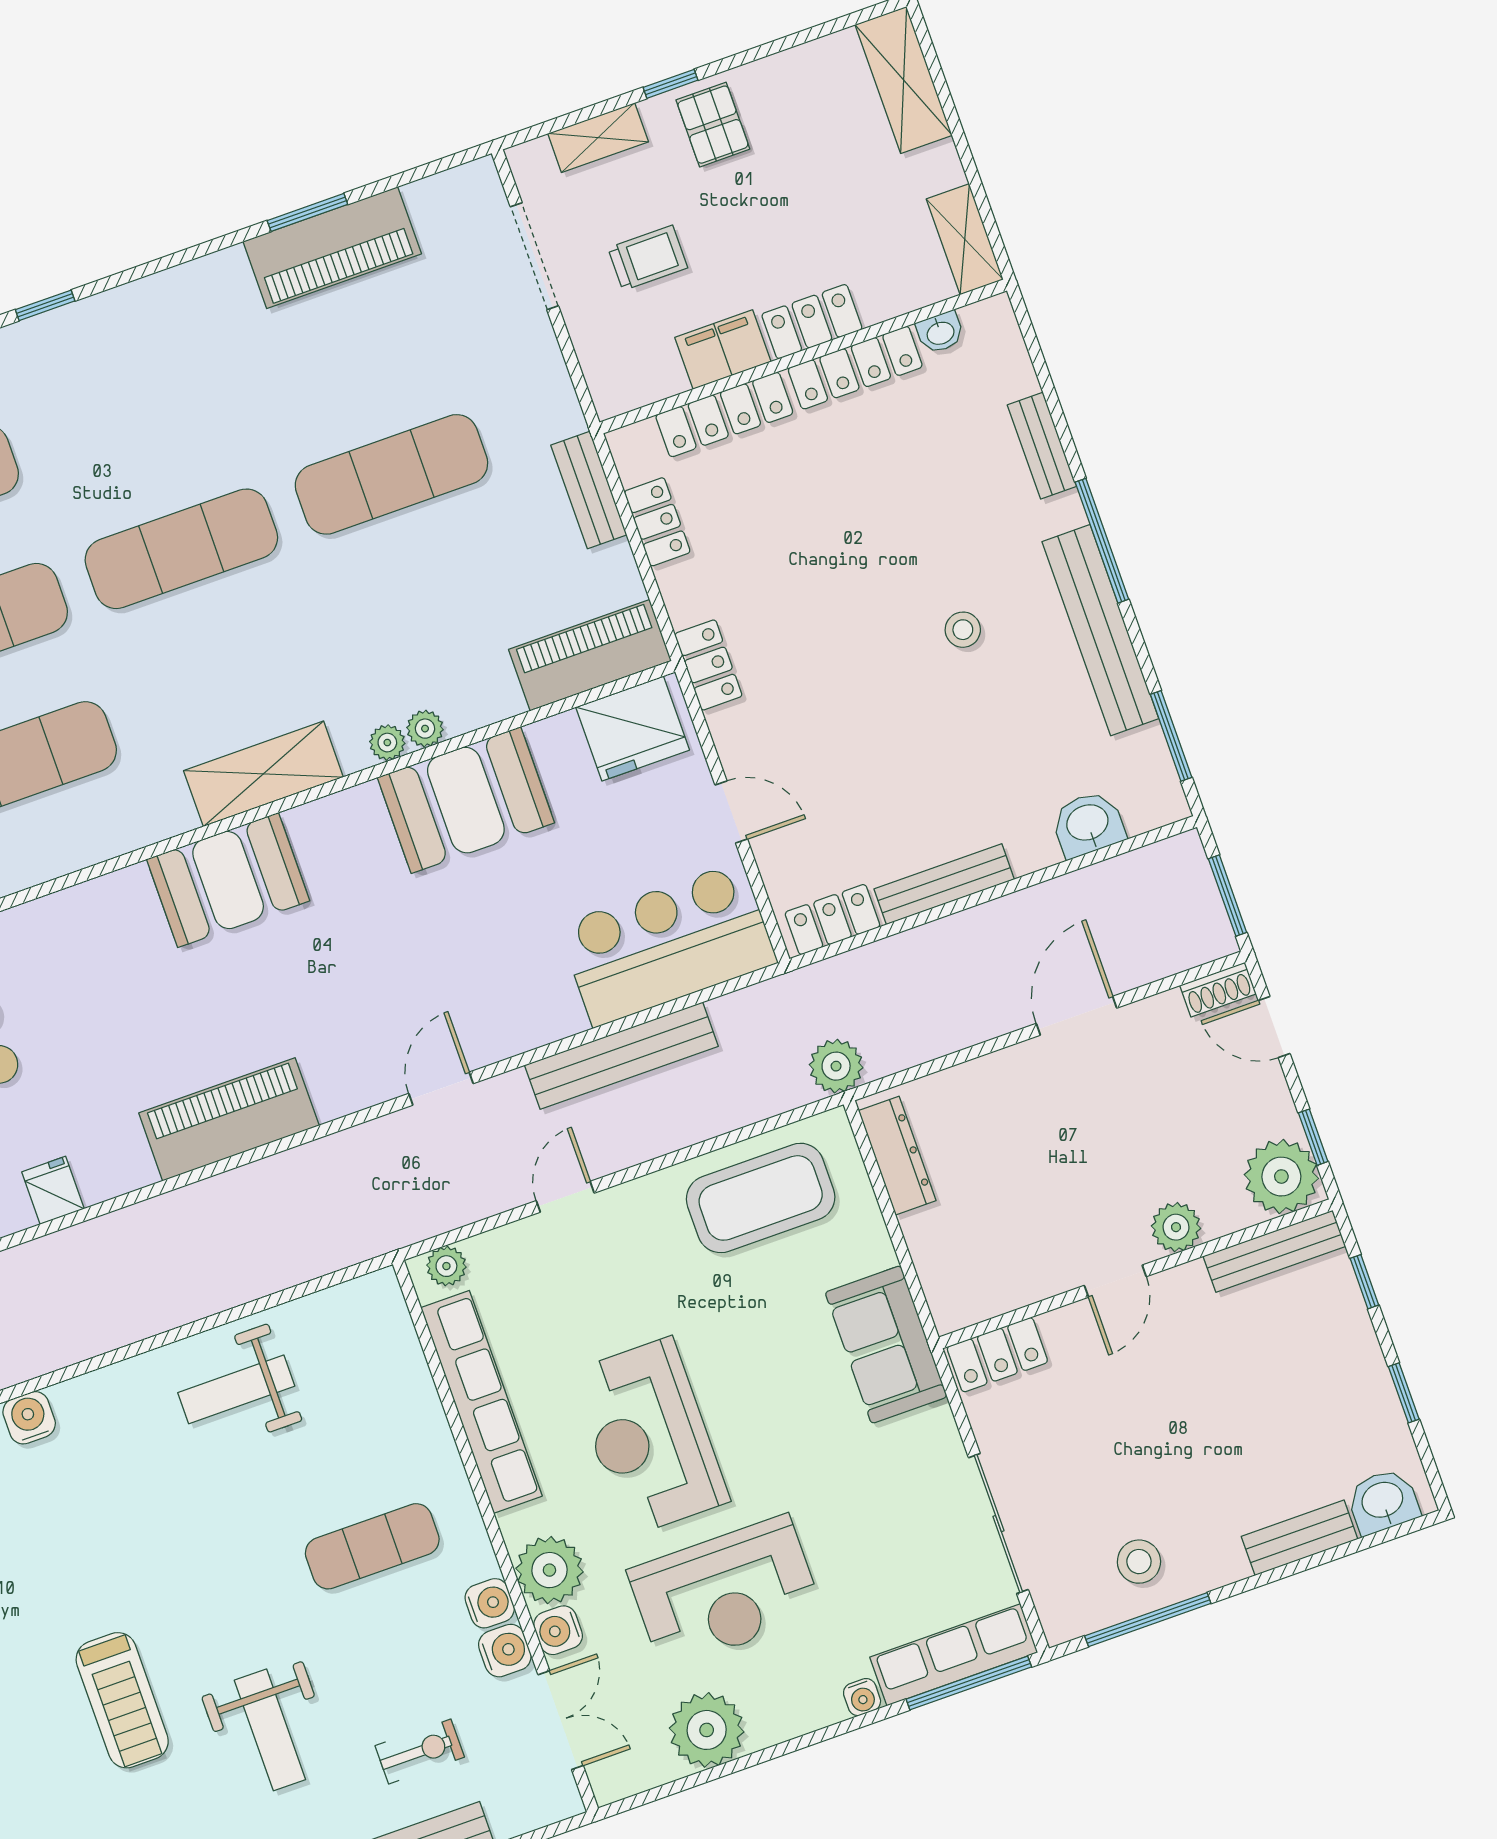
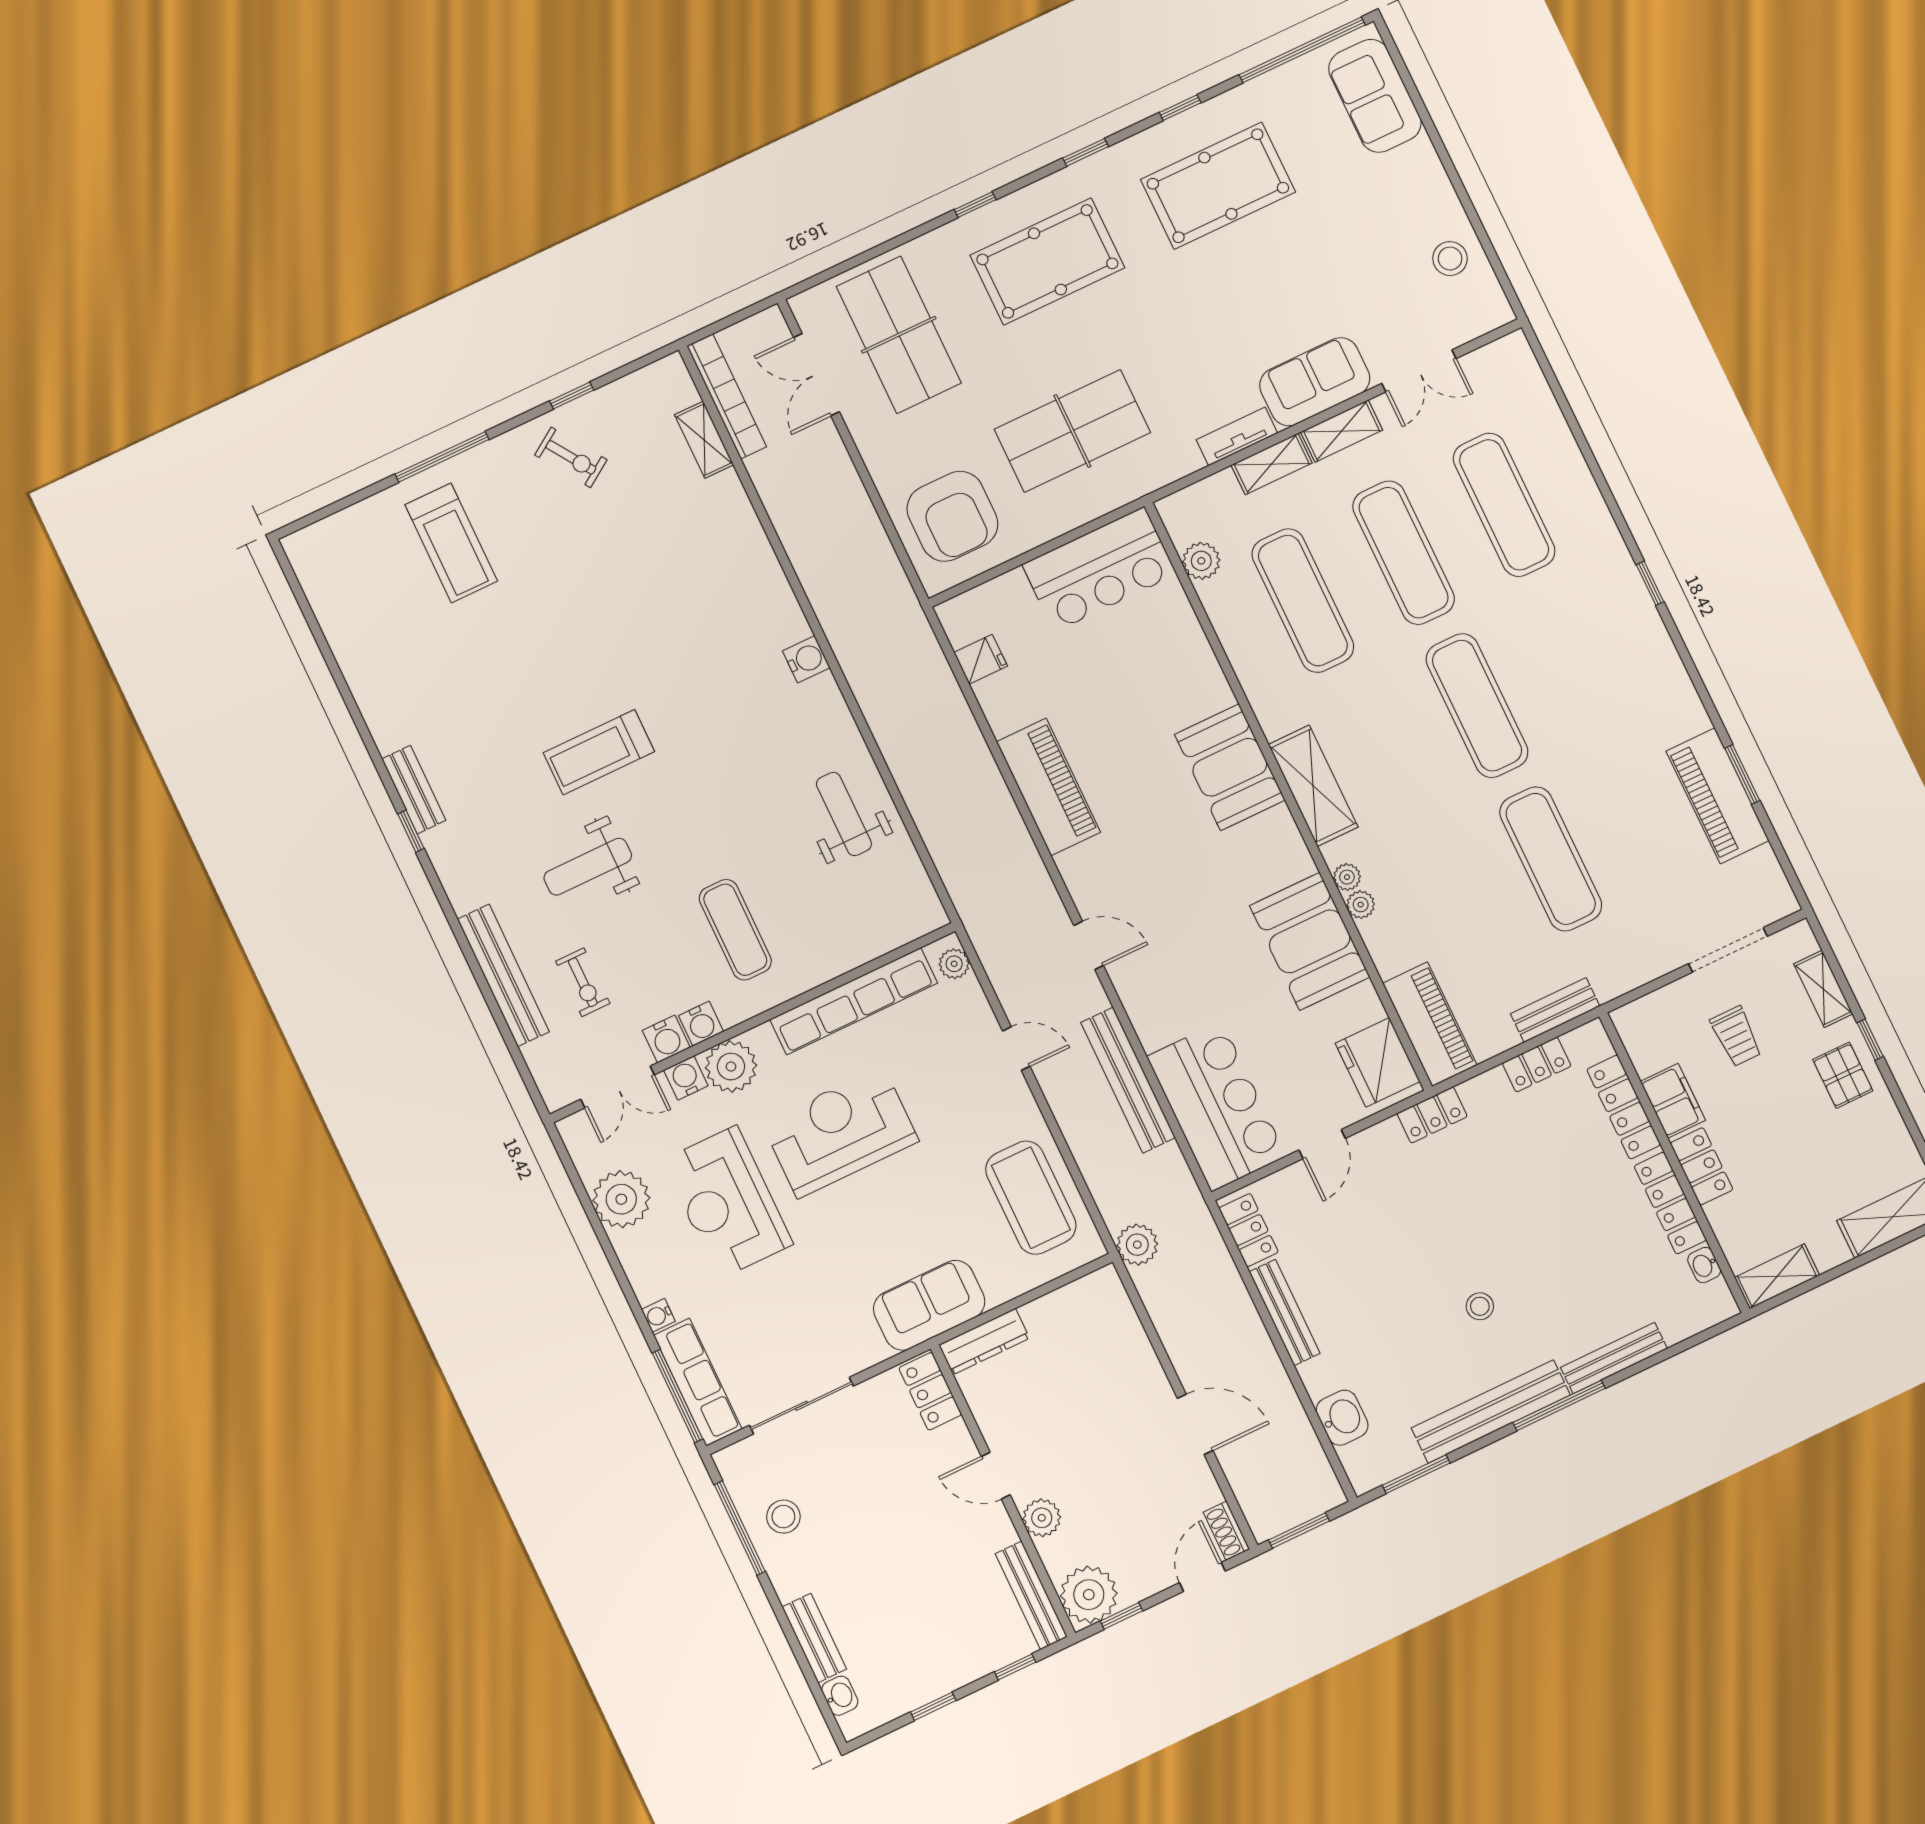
pallet: (713, 125) -> (1843, 1075), turned 90
bench: (1042, 446) -> (1614, 1358), width x1.36
dresser: (897, 1156) -> (984, 1342), moved
washbasin: (1383, 1501) -> (840, 1696), width x0.72, depth x0.69

